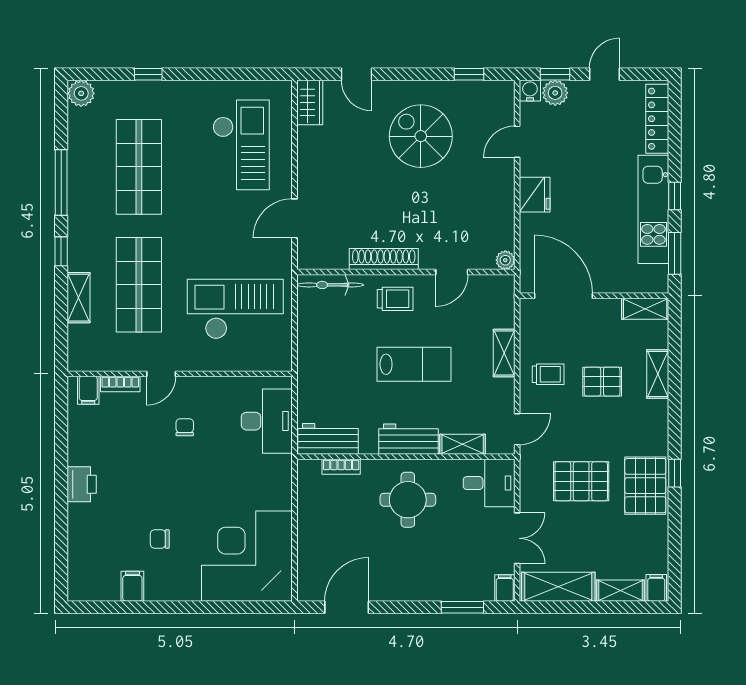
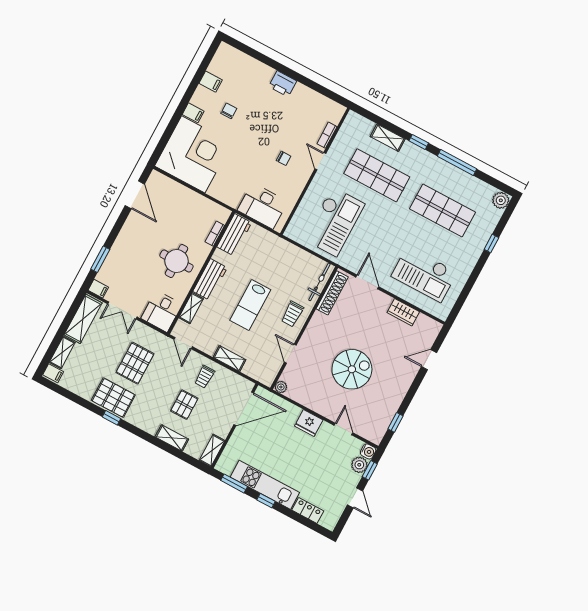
wardrobe: (310, 102) -> (403, 312), moved
locker: (657, 119) -> (308, 510), width x0.66
spiral stairs: (421, 136) -> (352, 369), moved
shoe rack: (384, 259) -> (332, 293), moved
filing cabinet: (88, 390) -> (193, 113), moved, turned 180

